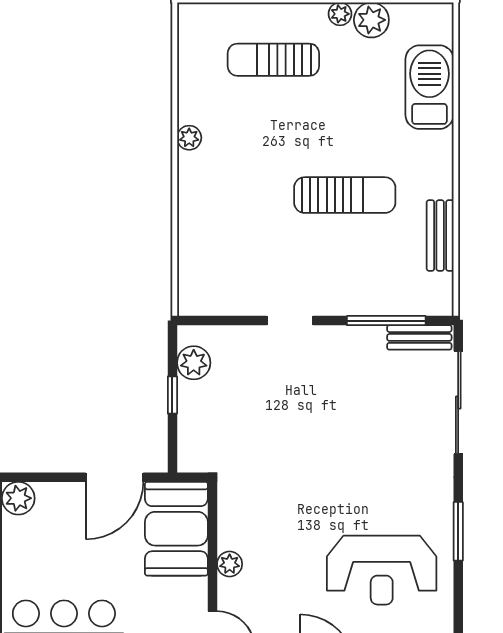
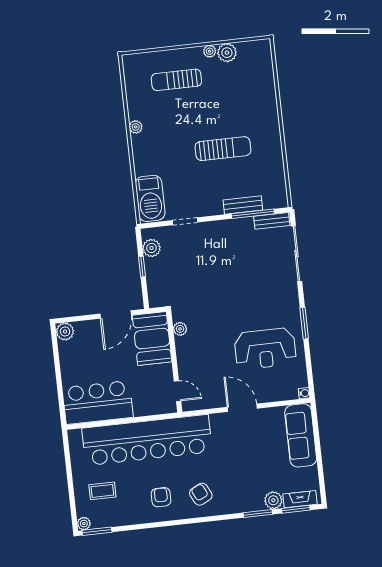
barbecue: (429, 87) -> (150, 198), moved, turned 180
bench: (440, 235) -> (243, 205), moved, turned 90
doorway: (290, 321) -> (185, 221), moved
plant: (230, 564) -> (180, 329), moved

